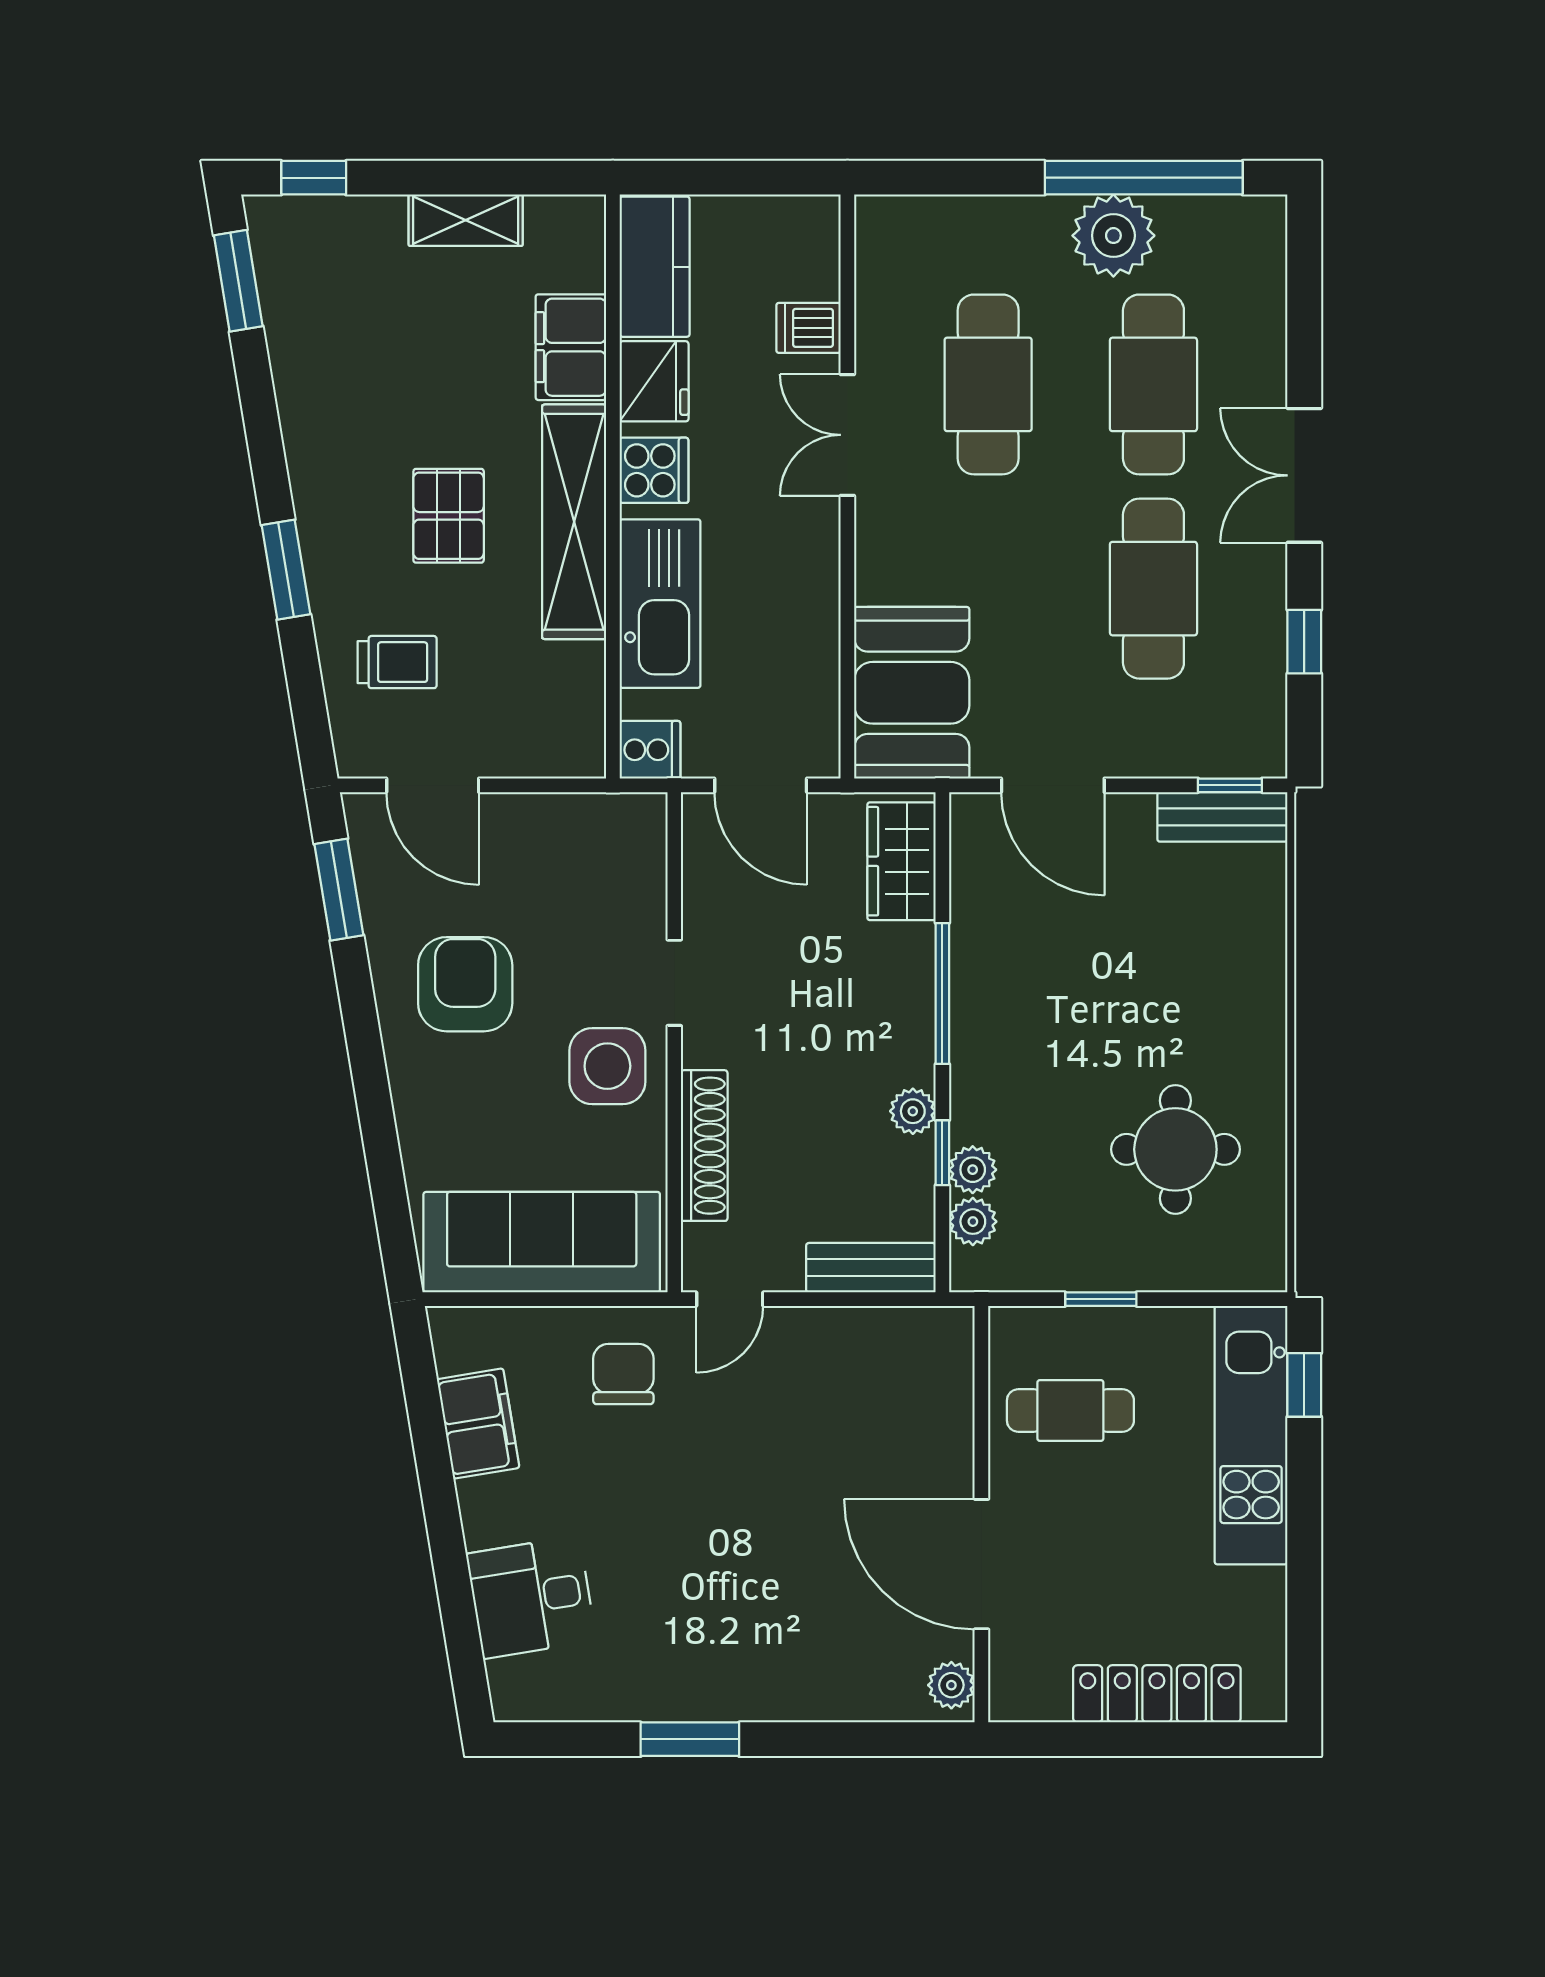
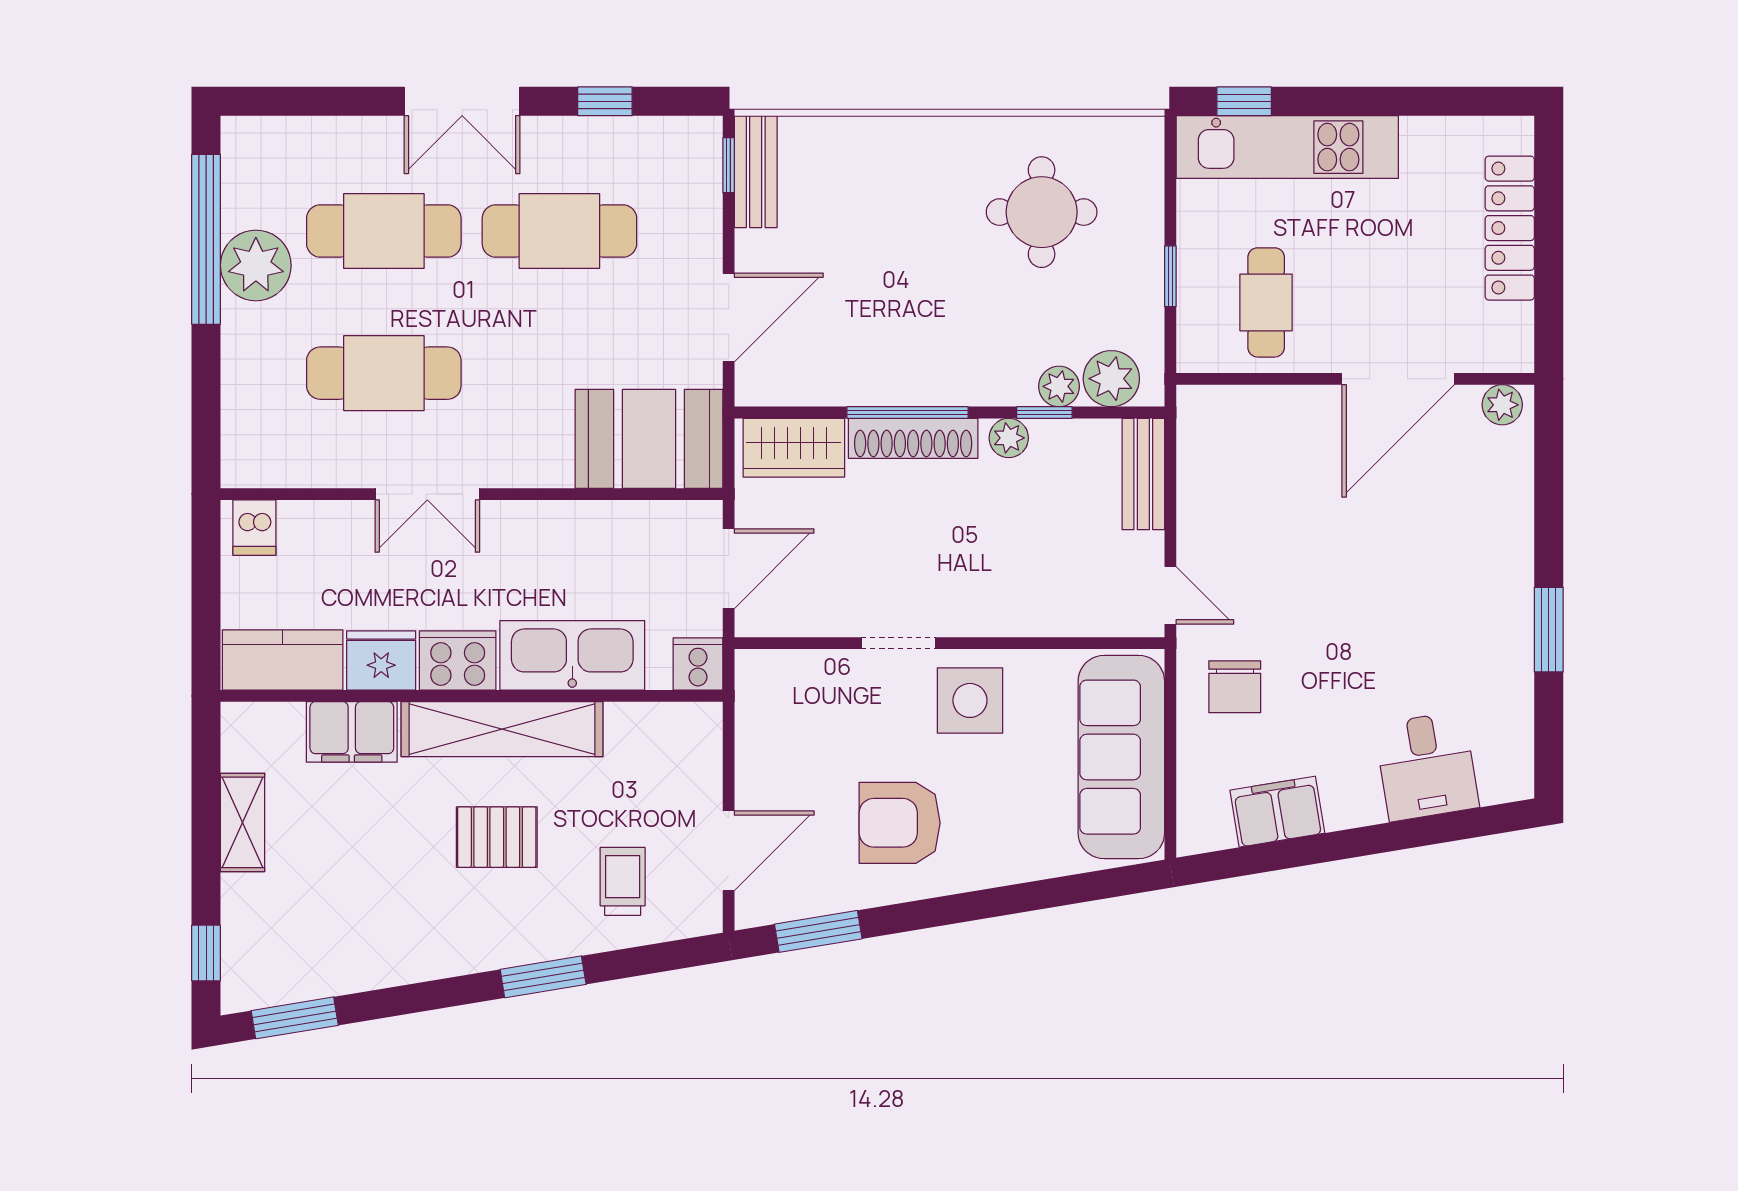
dishwasher: (808, 328) -> (254, 528), moved
cooker: (654, 470) -> (458, 660), width x1.36
shoe rack: (704, 1146) -> (913, 438), moved, turned 180
plant: (973, 1222) -> (1111, 379), width x1.38, depth x1.38
chair: (623, 1374) -> (1235, 687), turned -90

